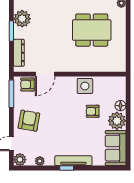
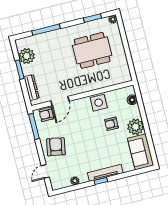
floor lamp: (120, 106) -> (132, 100), moved
plant: (20, 160) -> (57, 184), removed

